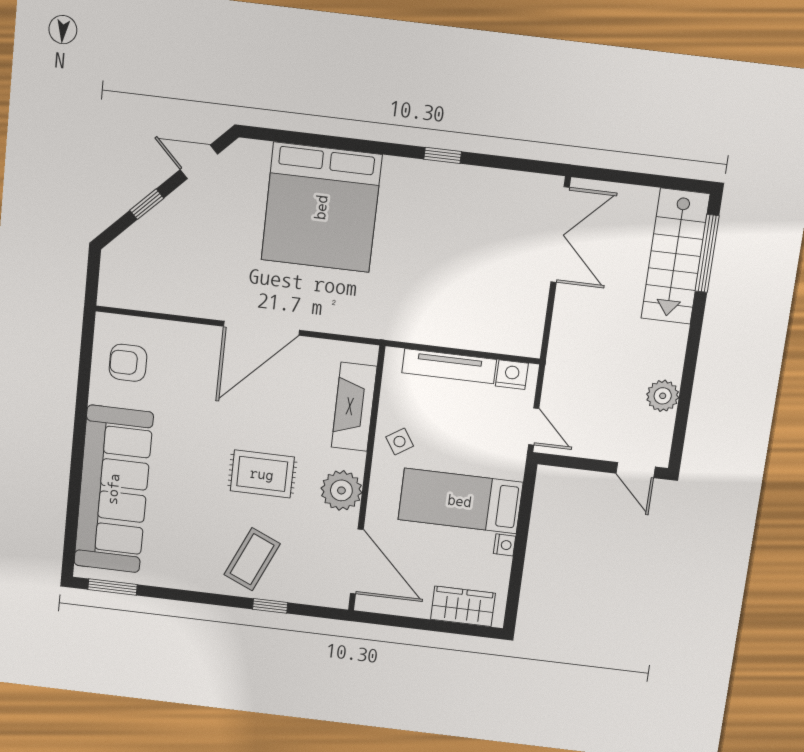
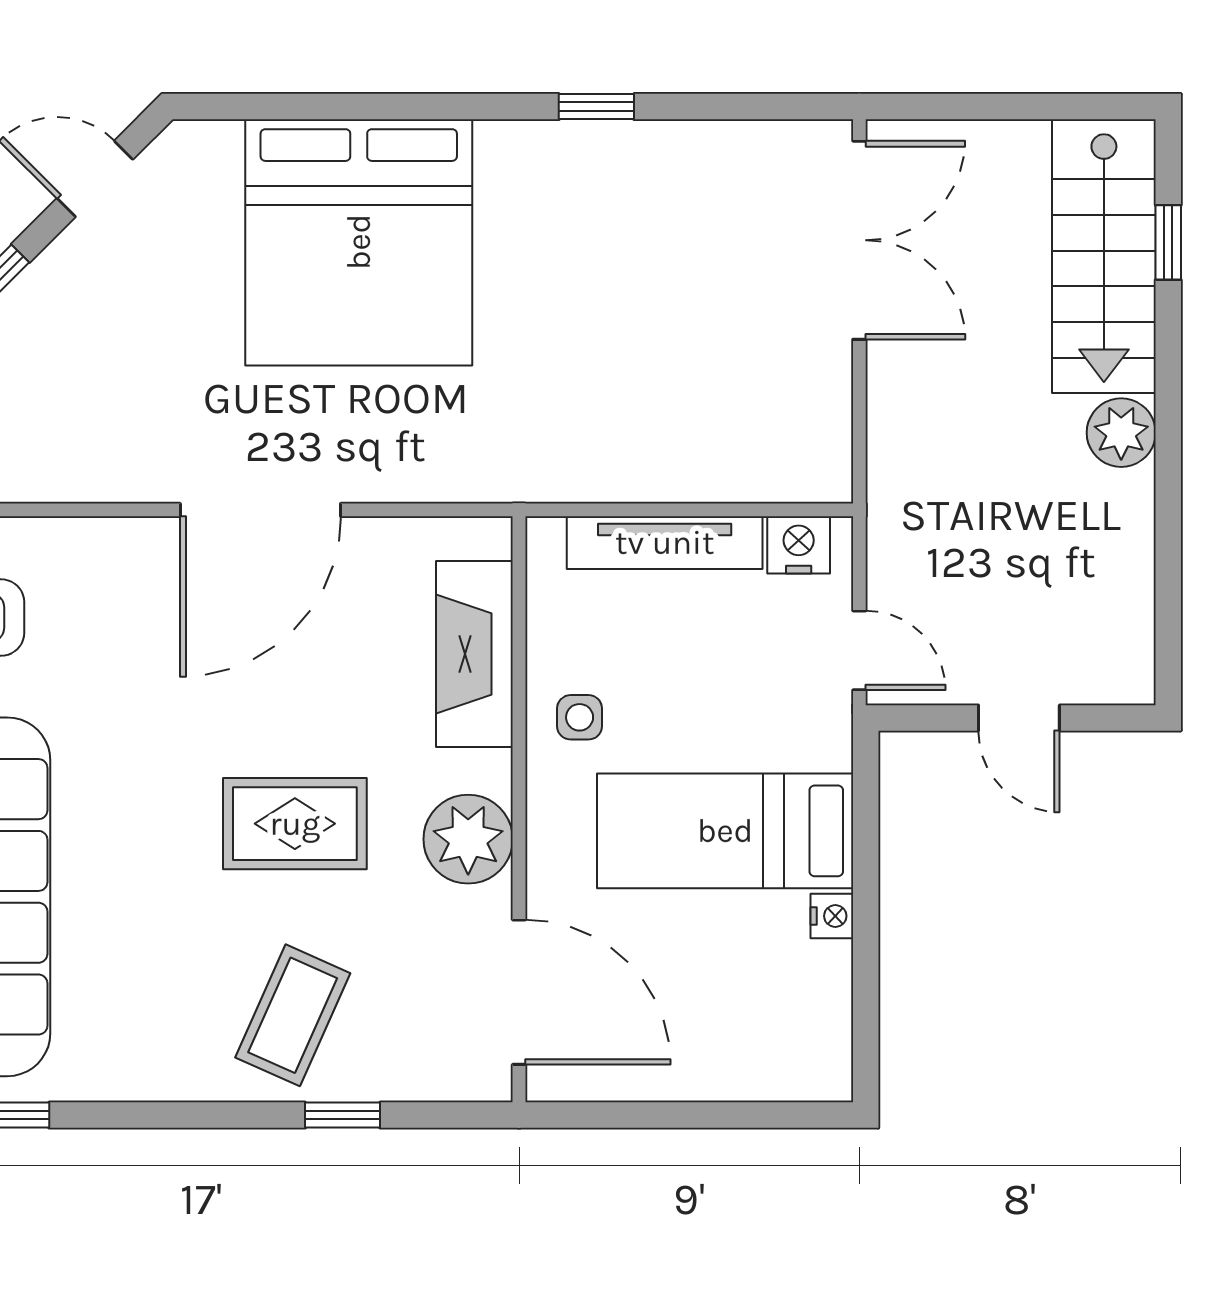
window: (707, 253) -> (1168, 242), width x0.46
plant: (663, 396) -> (1121, 433), moved
side table: (400, 442) -> (580, 717), turned 33
door: (636, 470) -> (1019, 718), moved
wardrobe: (463, 606) -> (760, 1064), removed

